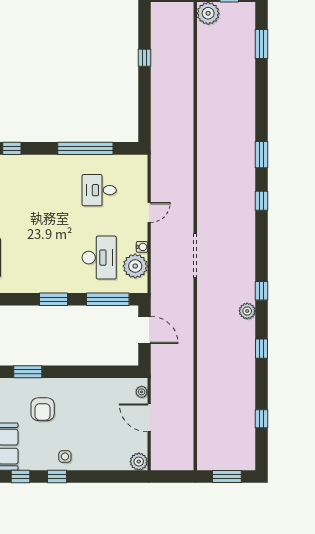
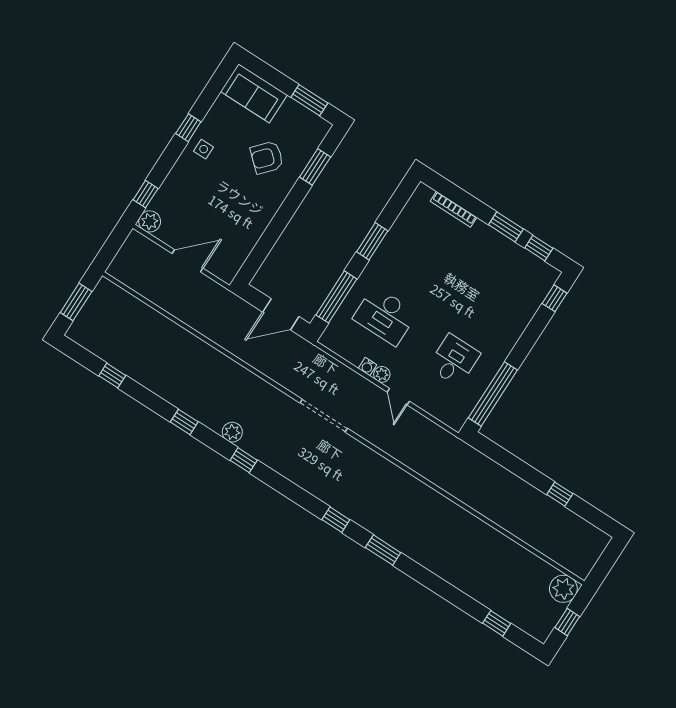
window: (262, 44) -> (497, 623), width x0.67
window: (85, 148) -> (493, 394), moved
plant: (135, 266) -> (382, 374), moved, width x0.53, depth x0.53
plant: (142, 392) -> (219, 270), removed
armchair: (43, 409) -> (267, 157), turned -48
window: (21, 477) -> (146, 194), moved

